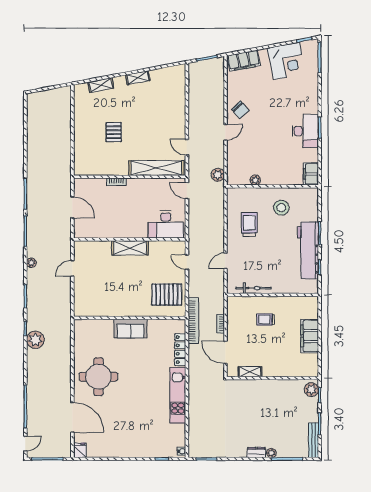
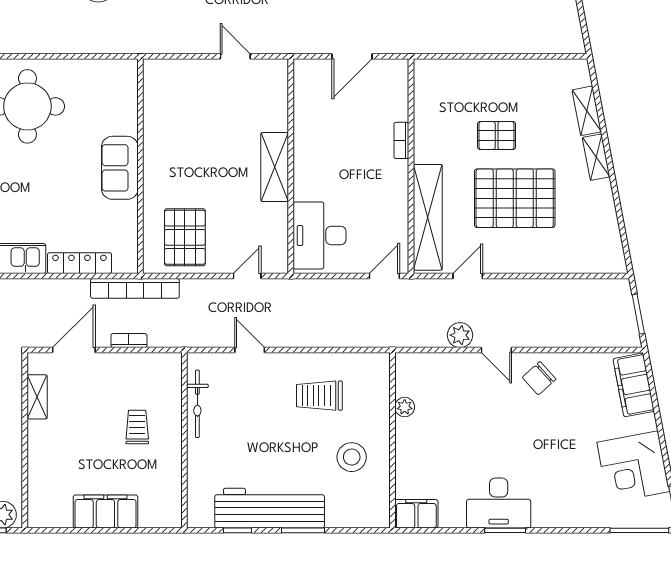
shelving: (138, 78) -> (596, 157), moved
pallet: (146, 123) -> (515, 198), added
plant: (218, 175) -> (460, 335), moved
trolley: (249, 225) -> (319, 396), turned 180

